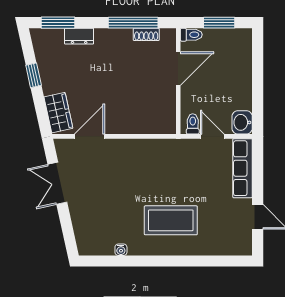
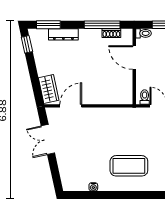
dresser: (79, 36) -> (63, 34), width x1.44
door: (178, 69) -> (134, 58), swing flipped
window: (34, 75) -> (27, 44), moved

